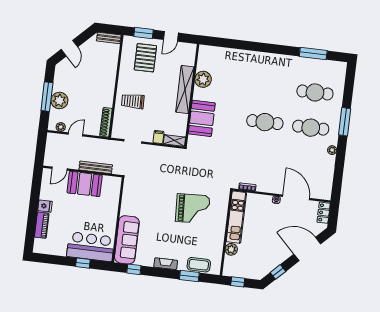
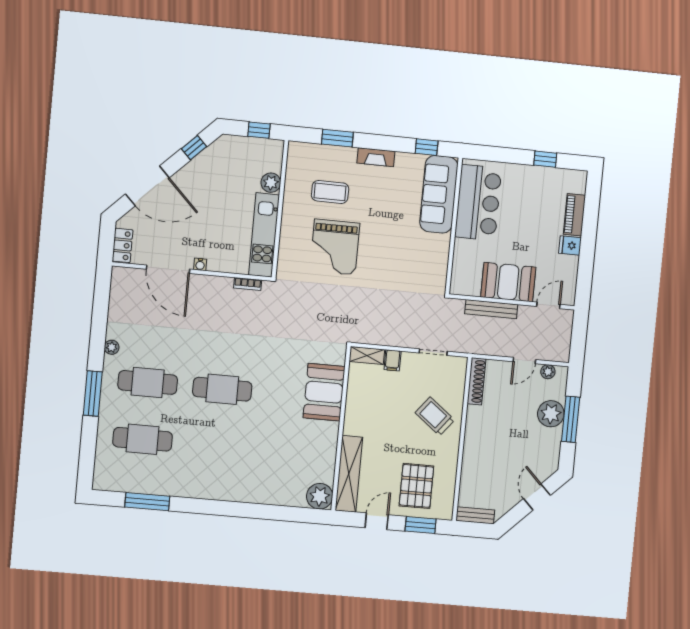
plant: (203, 79) -> (320, 496), moved
shelving: (185, 90) -> (349, 474), moved
trolley: (133, 101) -> (435, 416), turned -141
grand piano: (193, 209) -> (335, 247), turned -87
bar counter: (91, 247) -> (478, 203), moved, turned -90
window: (83, 263) -> (545, 159), moved
coffee table: (199, 265) -> (330, 192), moved

